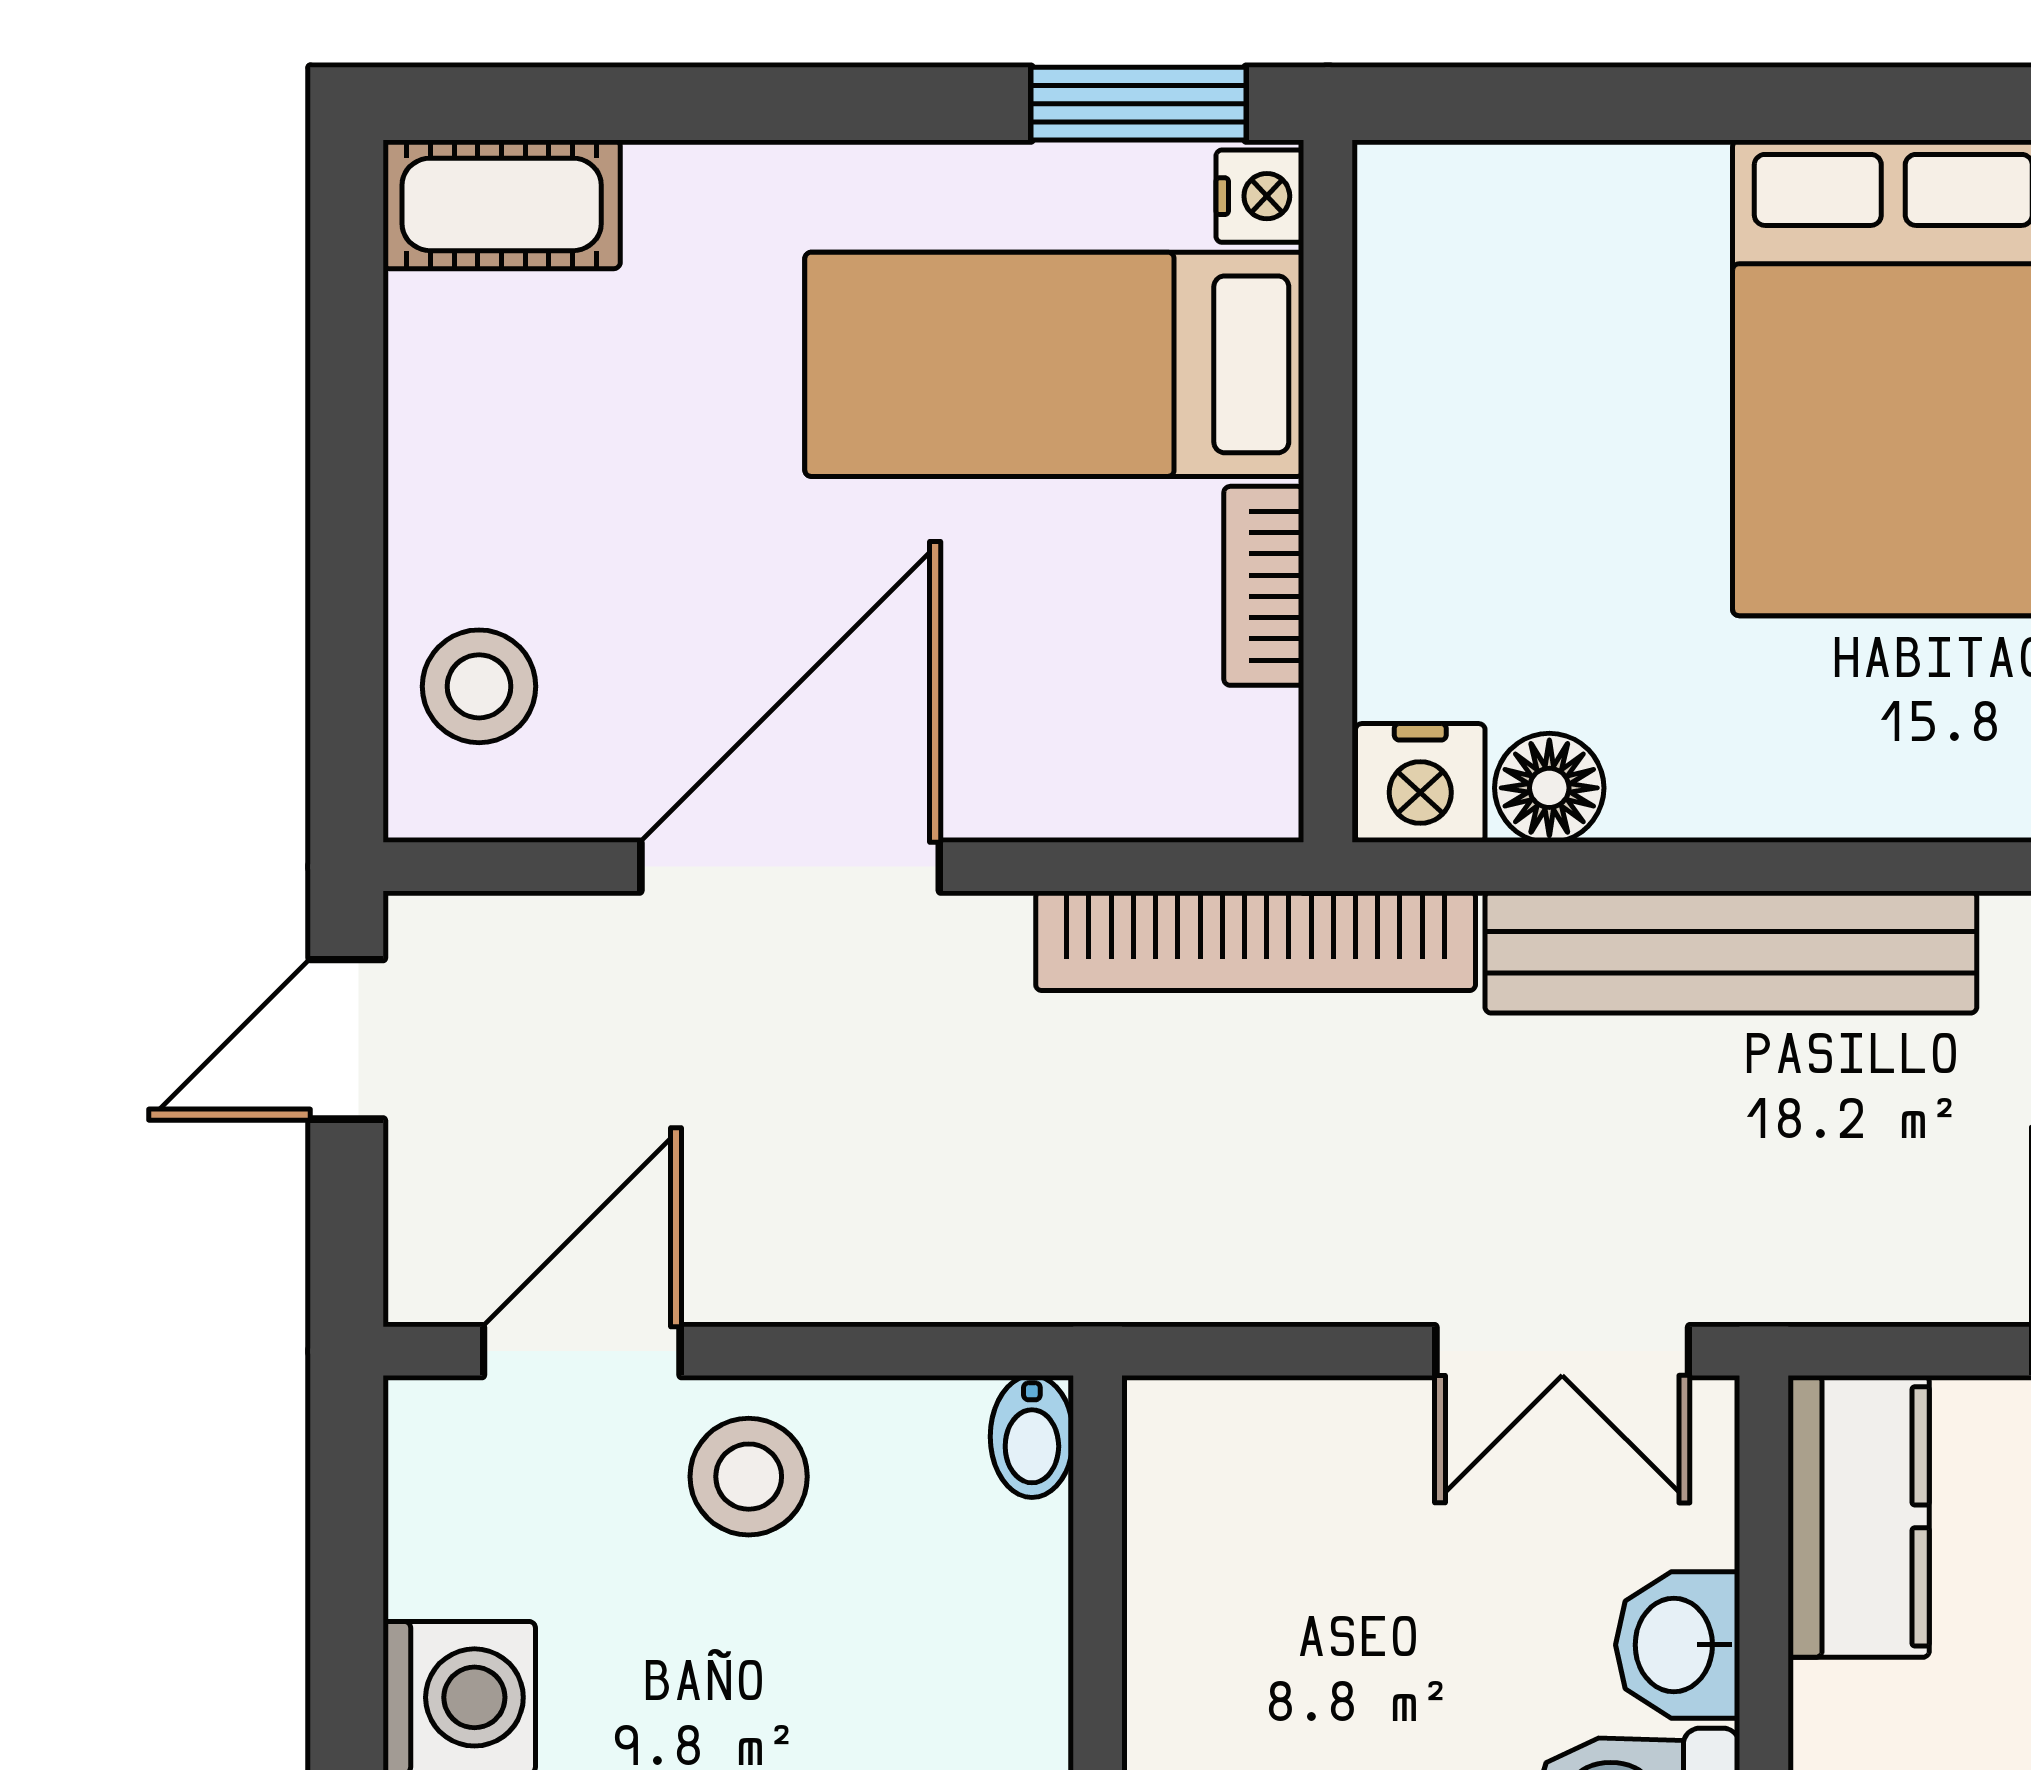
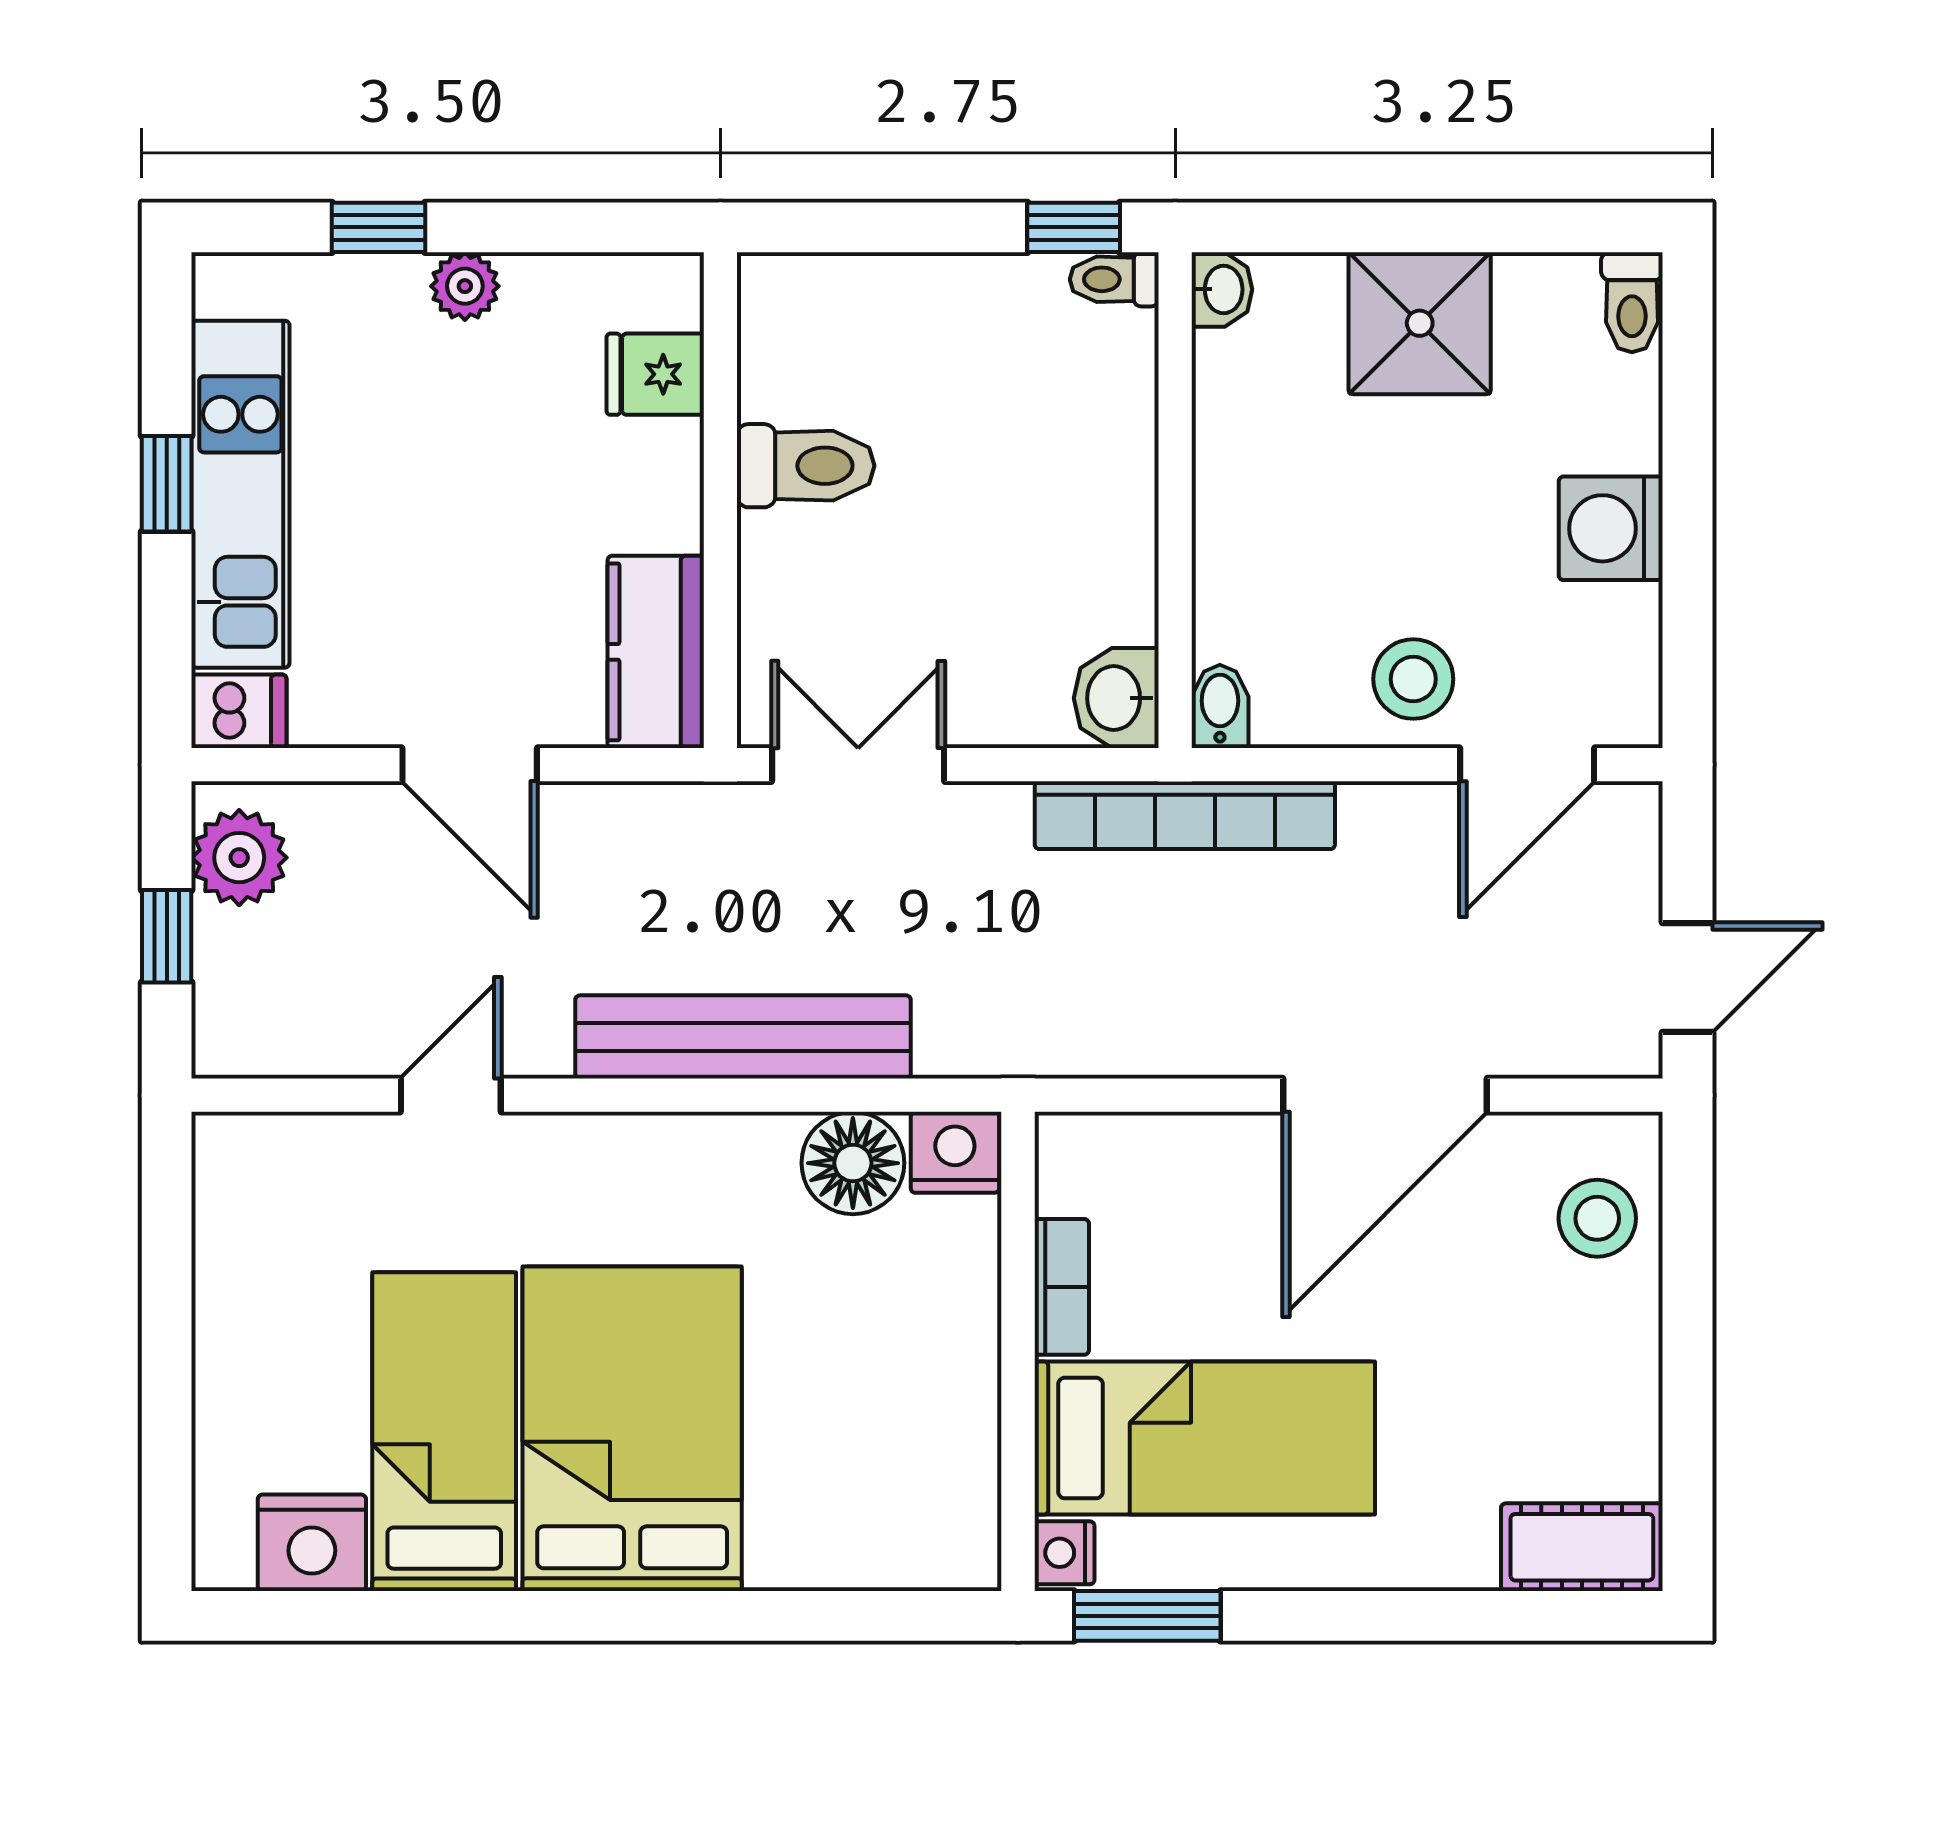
floor lamp: (1549, 788) -> (853, 1163), width x1.38, depth x1.38
bookcase: (1256, 941) -> (1185, 815), moved, turned 180
washbasin: (1678, 1645) -> (1116, 698), moved, turned 180

